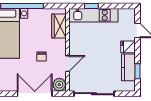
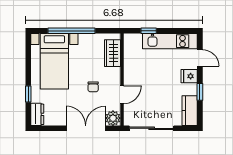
kitchen unit: (93, 15) -> (170, 41), moved
kitchen counter: (128, 67) -> (190, 111), moved
window: (138, 71) -> (200, 92), moved

